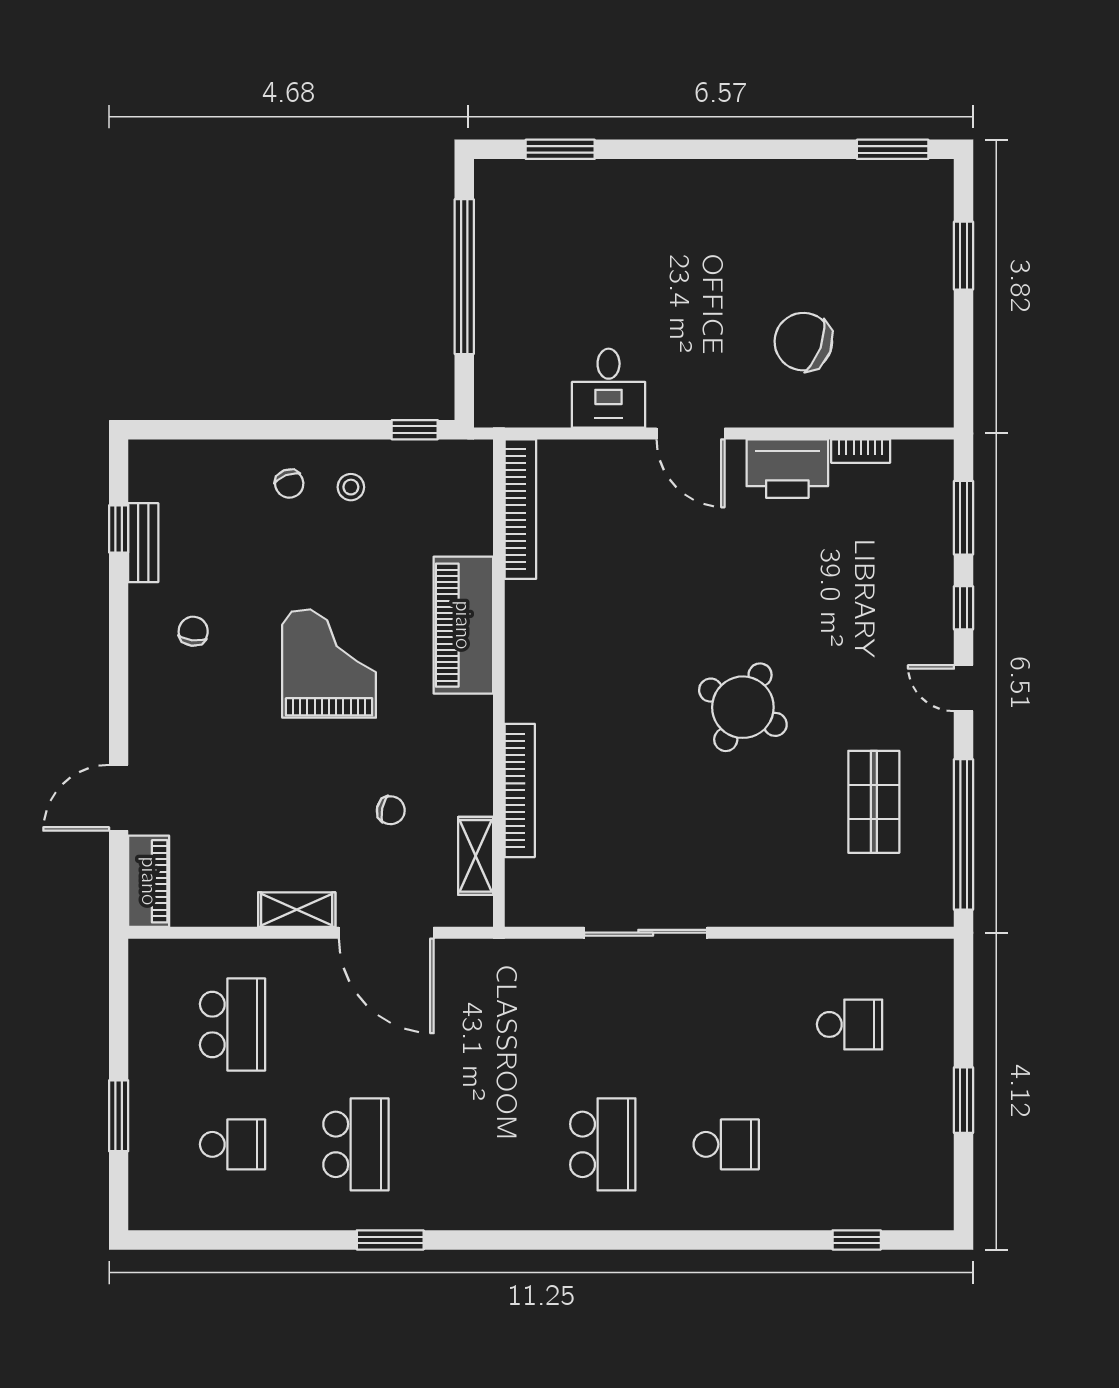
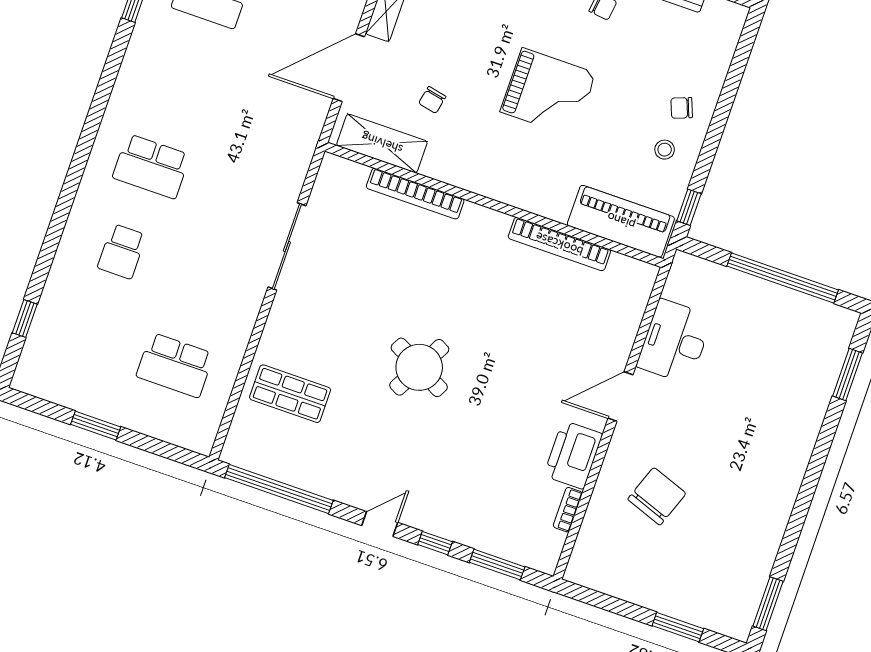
desk: (609, 388) -> (674, 341), width x1.37
bookcase: (520, 509) -> (559, 244), moved
piano: (463, 625) -> (621, 221), moved
shop shelf: (874, 802) -> (290, 394), moved
shelving: (476, 856) -> (382, 143), width x1.50, depth x1.33
school desk: (850, 1024) -> (175, 365), width x1.85

